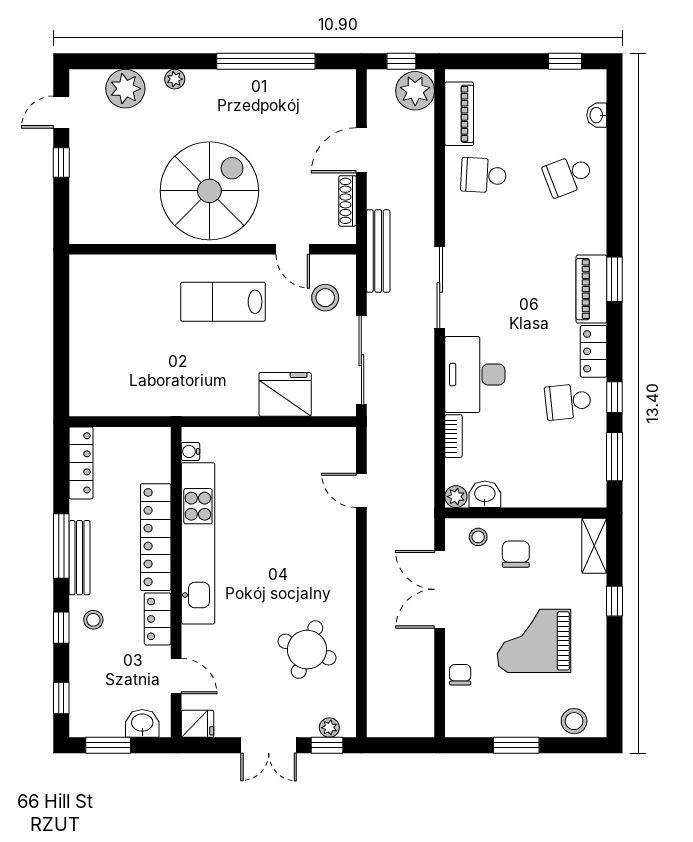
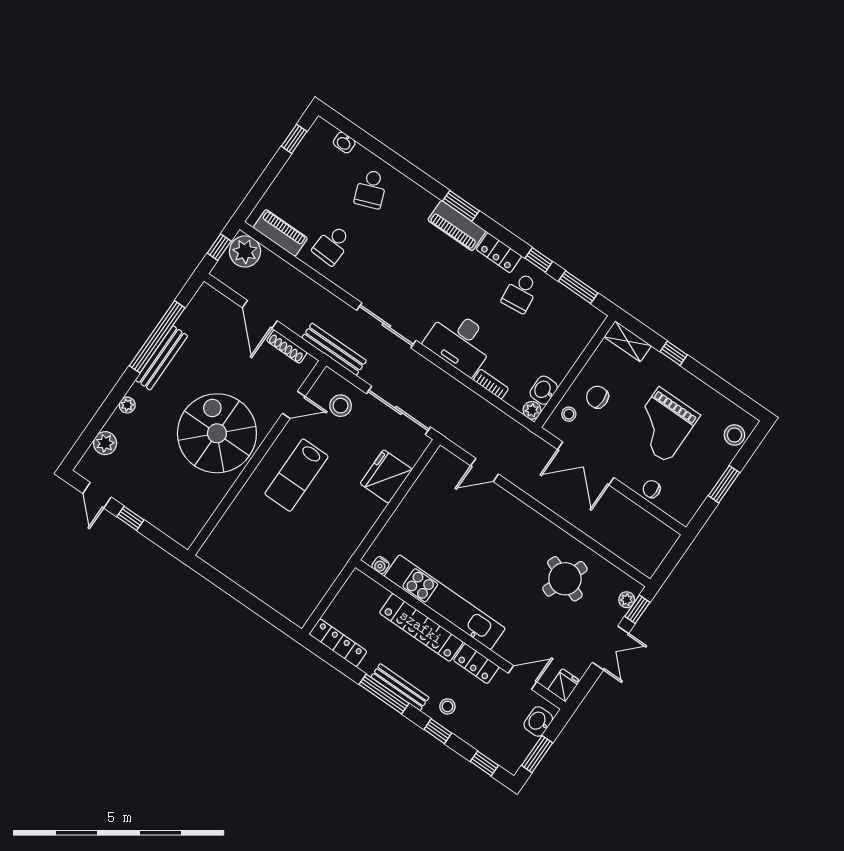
bench: (247, 81) -> (161, 358), added
plant: (125, 89) -> (105, 443), width x0.73, depth x0.73

